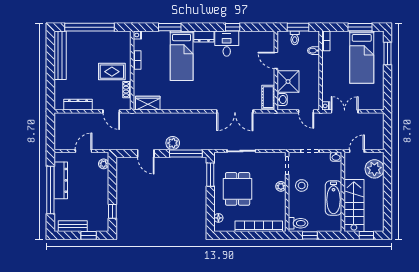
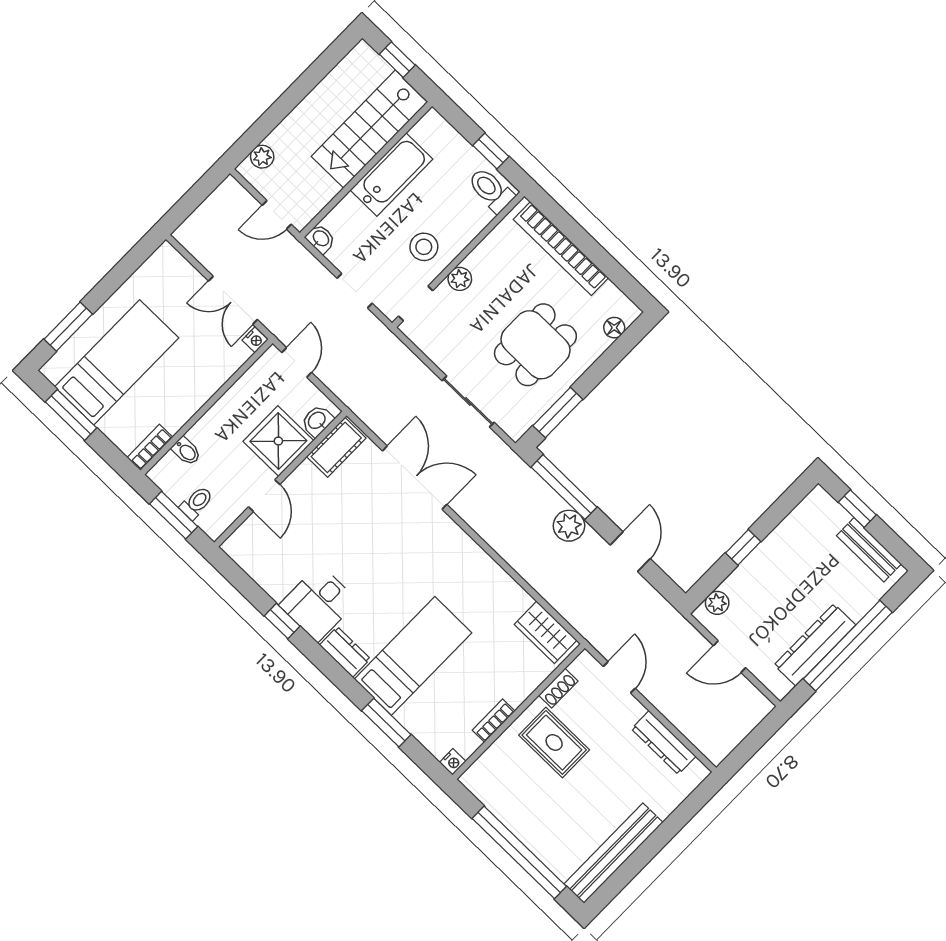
plant: (374, 169) -> (262, 157), width x0.53, depth x0.53
window: (112, 211) -> (743, 547), moved

